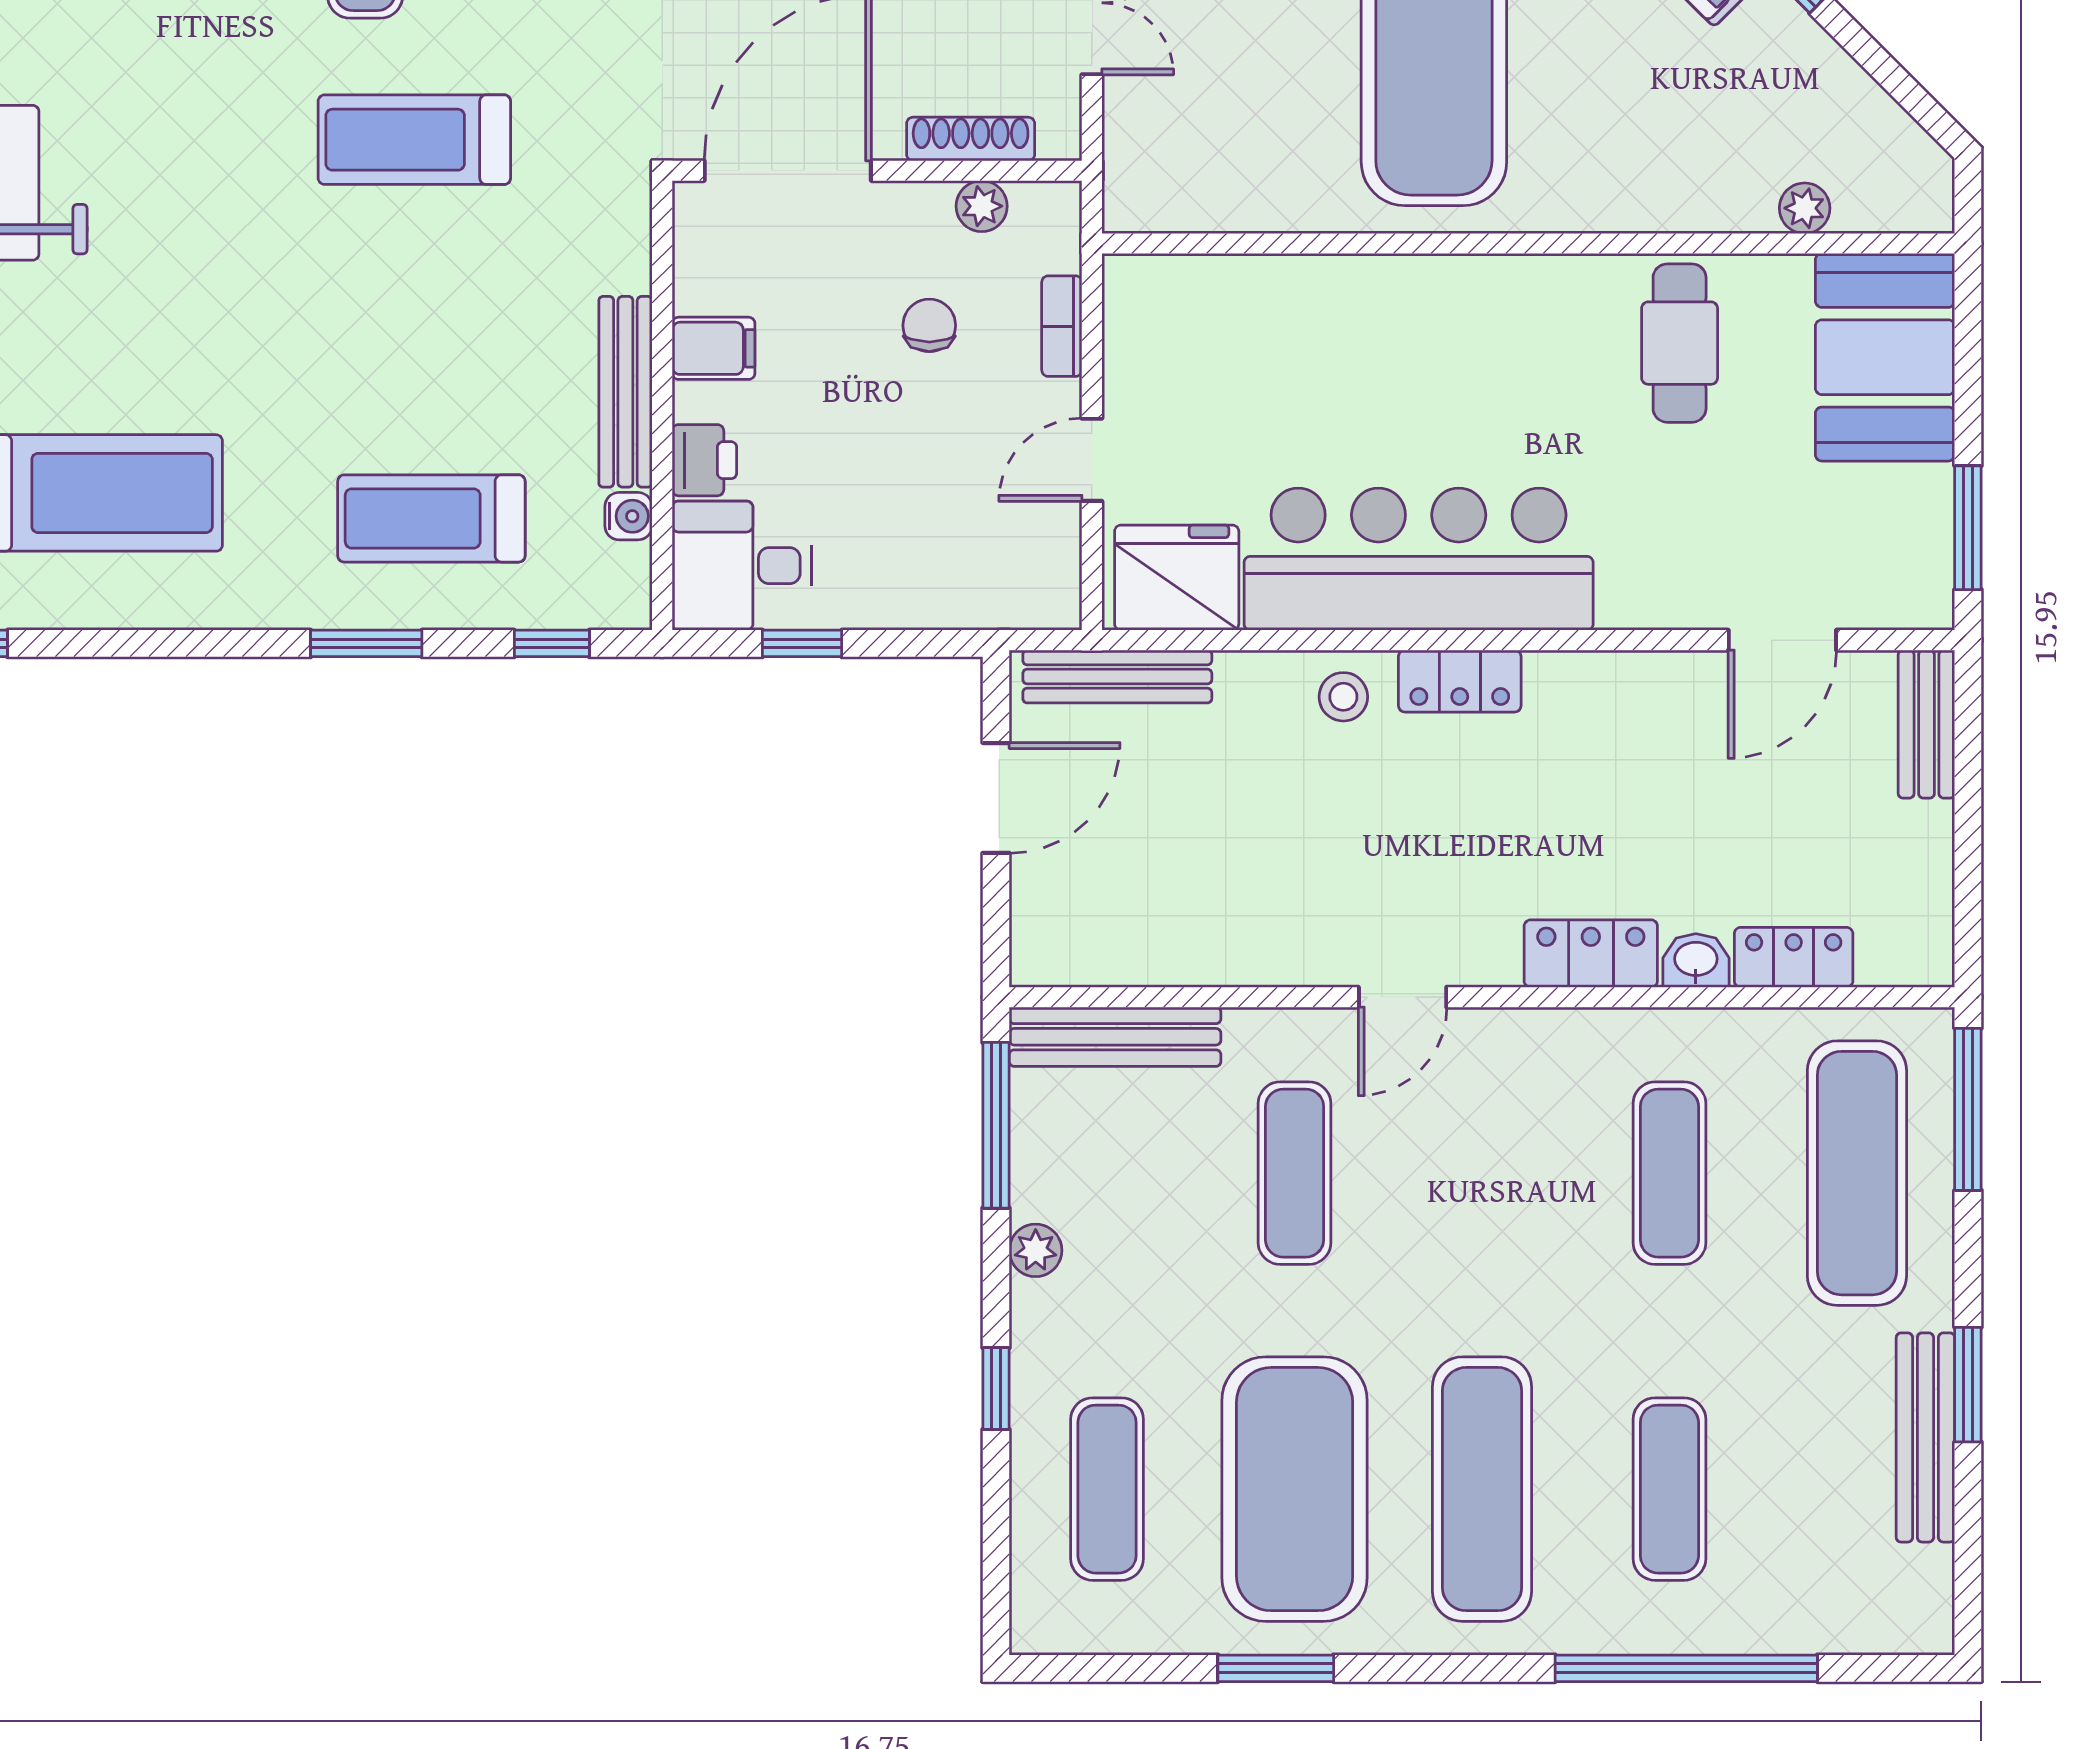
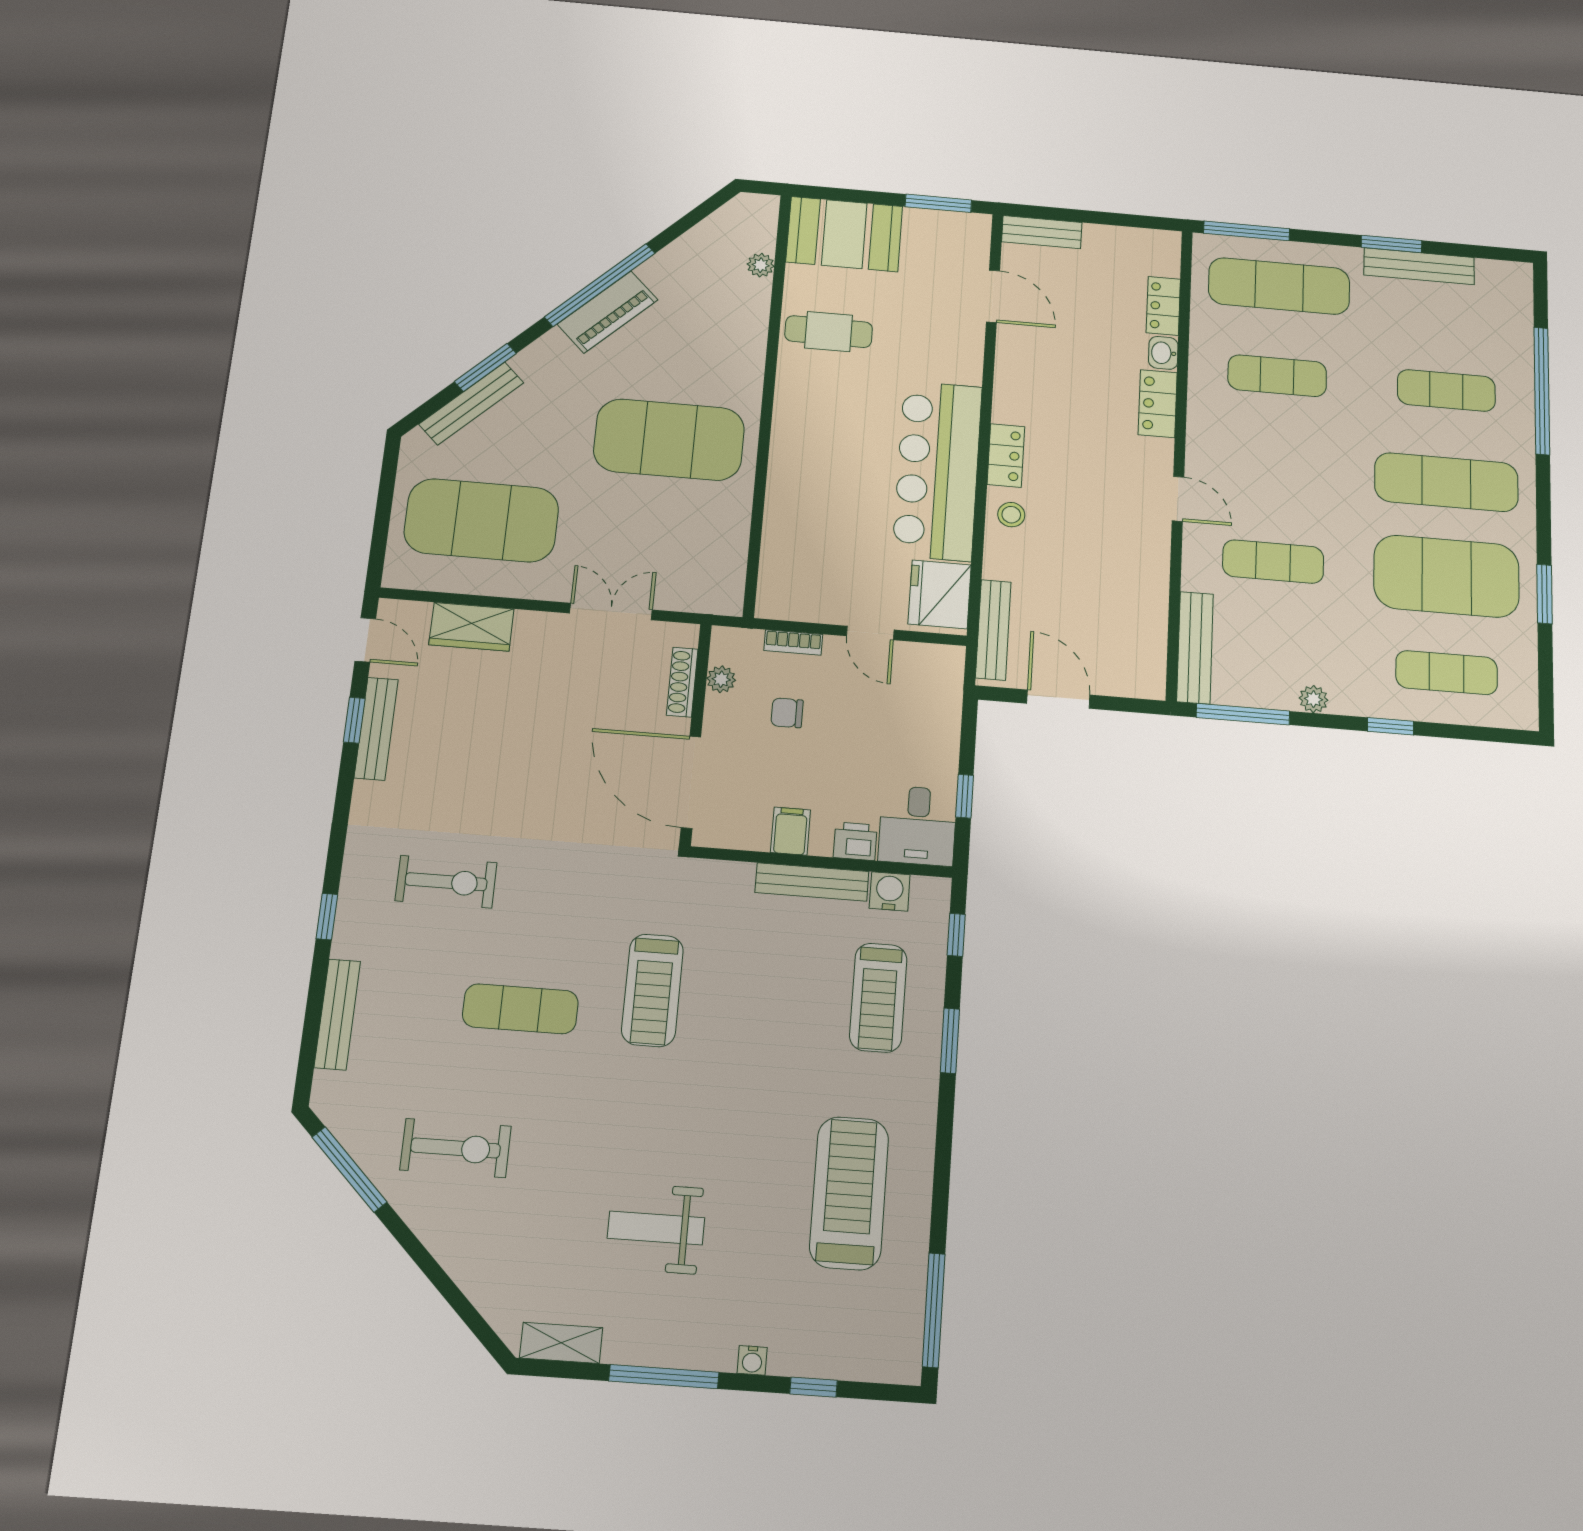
water cooler: (629, 516) -> (890, 891), width x1.38, depth x1.38

